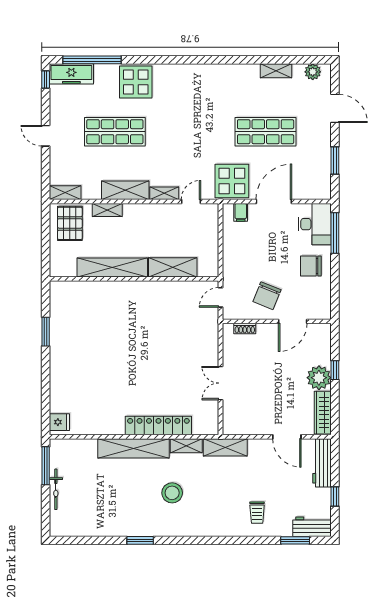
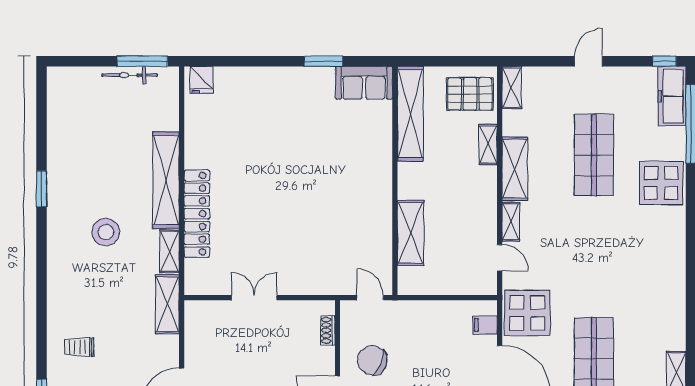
shelving: (112, 268) -> (410, 114), moved
sofa: (62, 302) -> (364, 83), added
bicycle: (56, 489) -> (130, 75), moved

